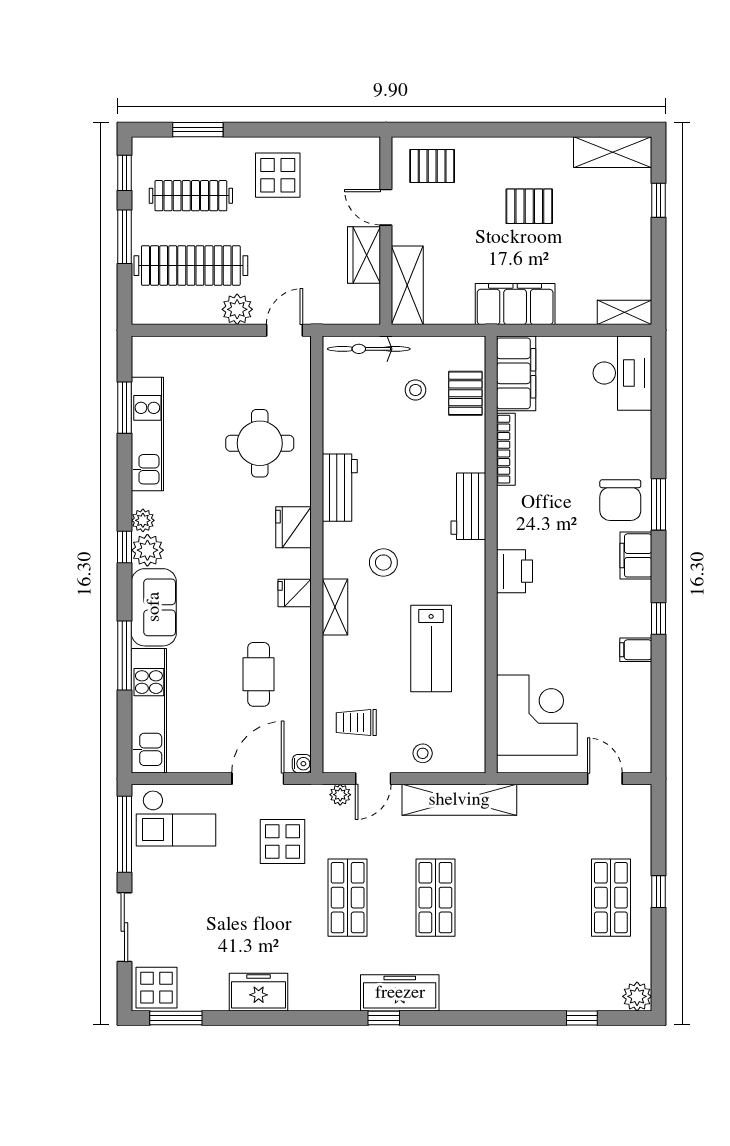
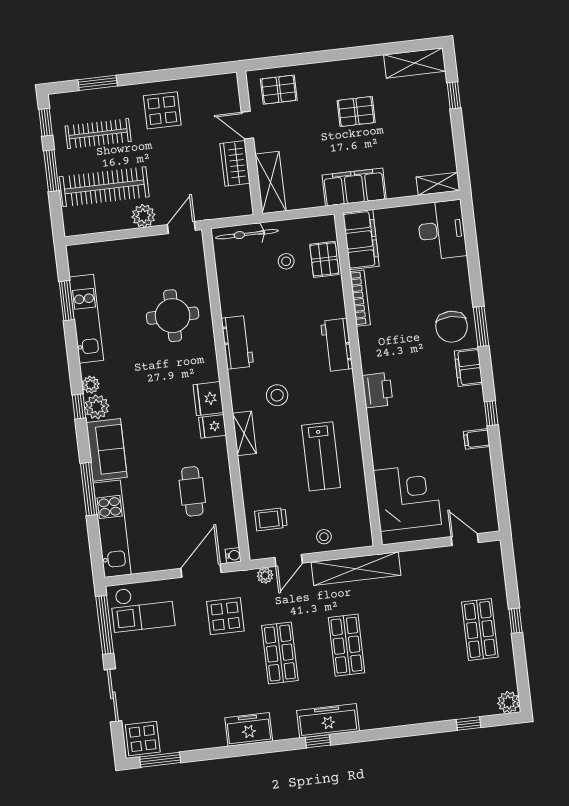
fridge: (294, 527) -> (208, 399), moved
freezer: (259, 992) -> (249, 729), moved

